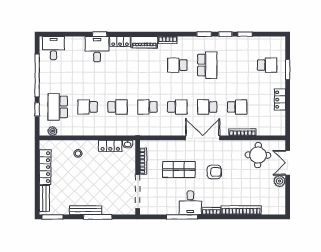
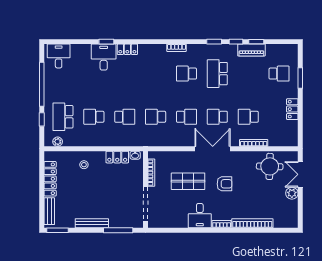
piano: (144, 42) -> (251, 50), moved
school desk: (207, 65) -> (217, 74), turned 180
school desk: (237, 107) -> (248, 117), turned 180
window: (98, 217) -> (118, 230), moved
window: (182, 217) -> (191, 230), removed

